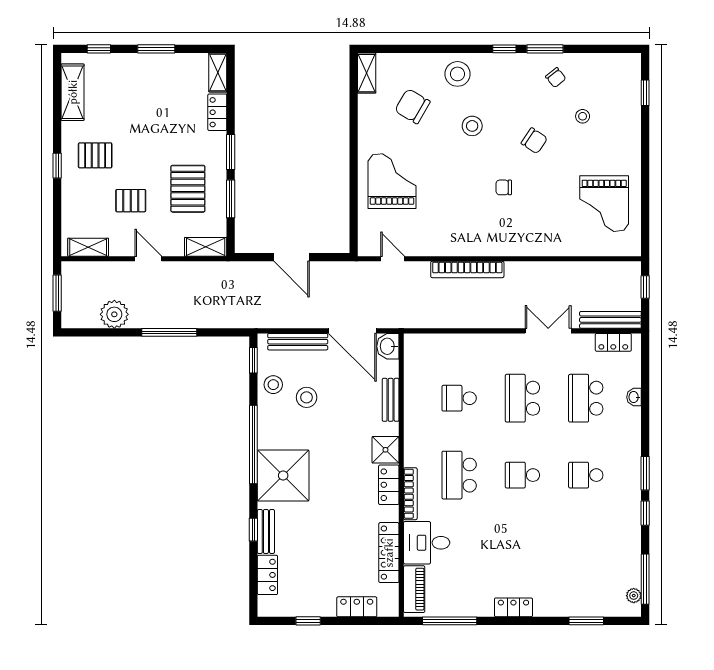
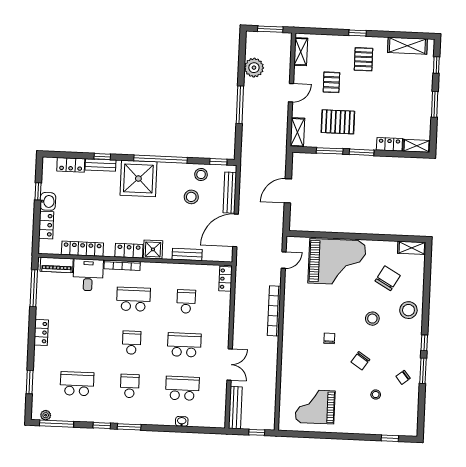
grand piano: (392, 181) -> (337, 262), width x1.37, depth x1.48
locker: (613, 342) -> (225, 279), moved
washbasin: (388, 346) -> (48, 201), moved, turned 90
school desk: (586, 552) -> (77, 384), added

